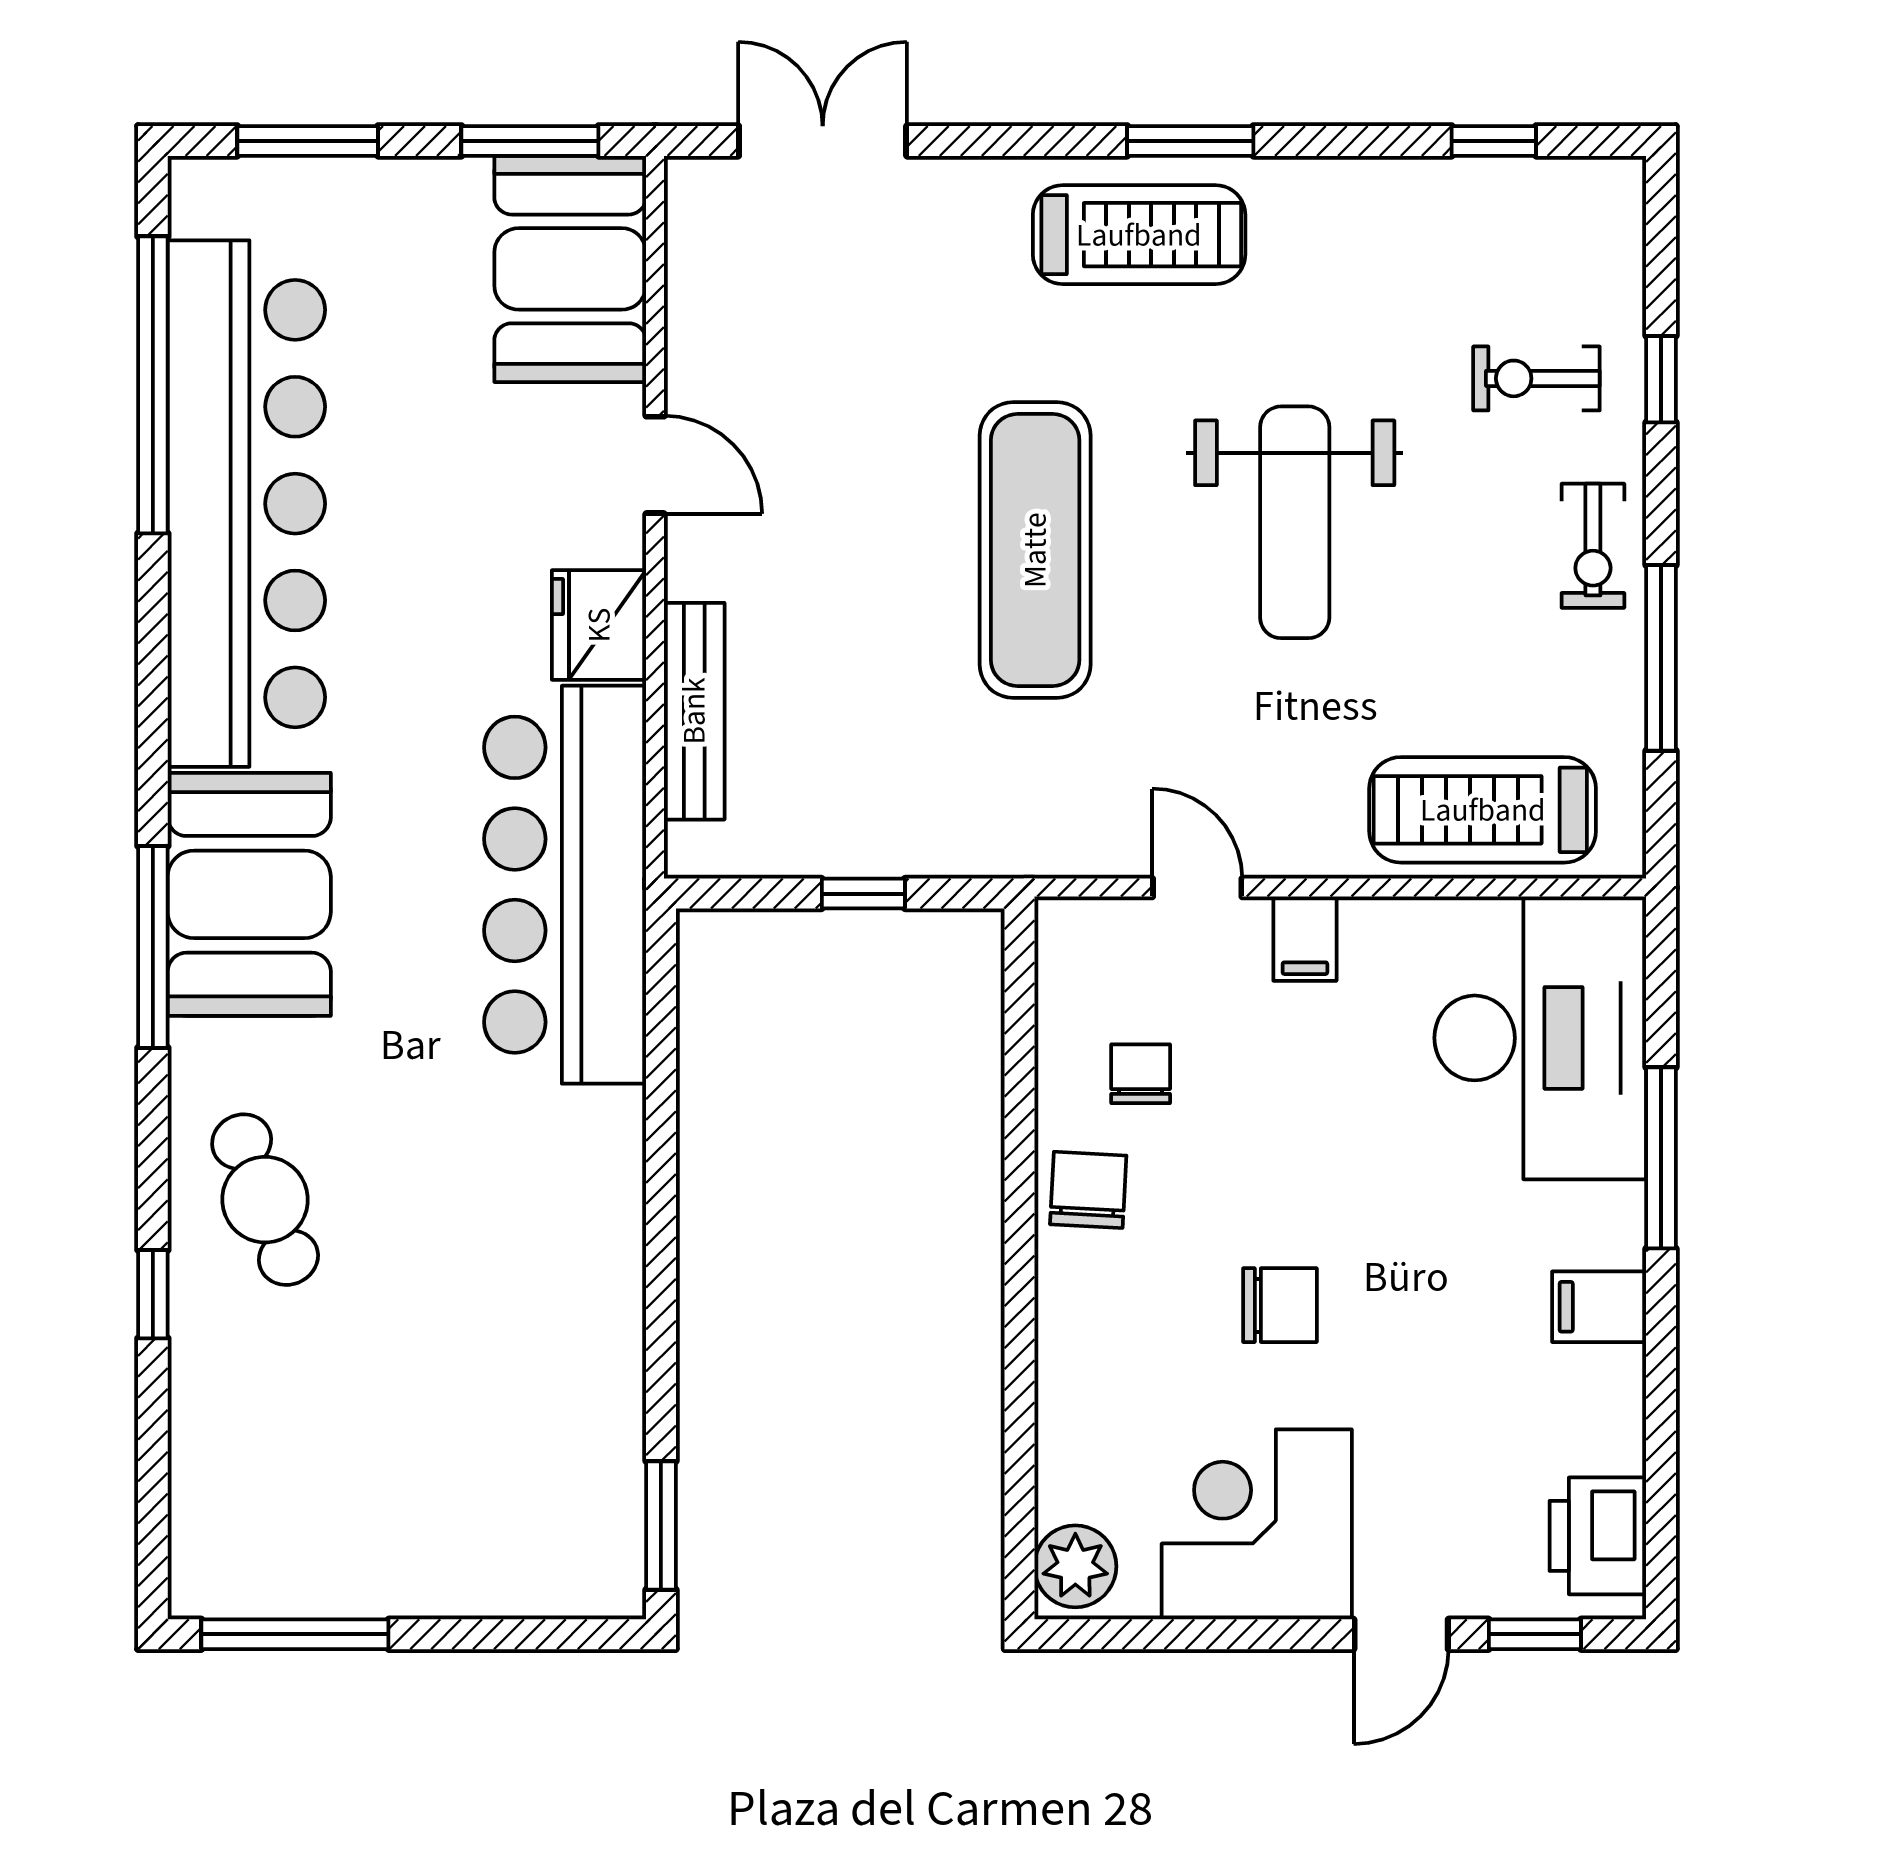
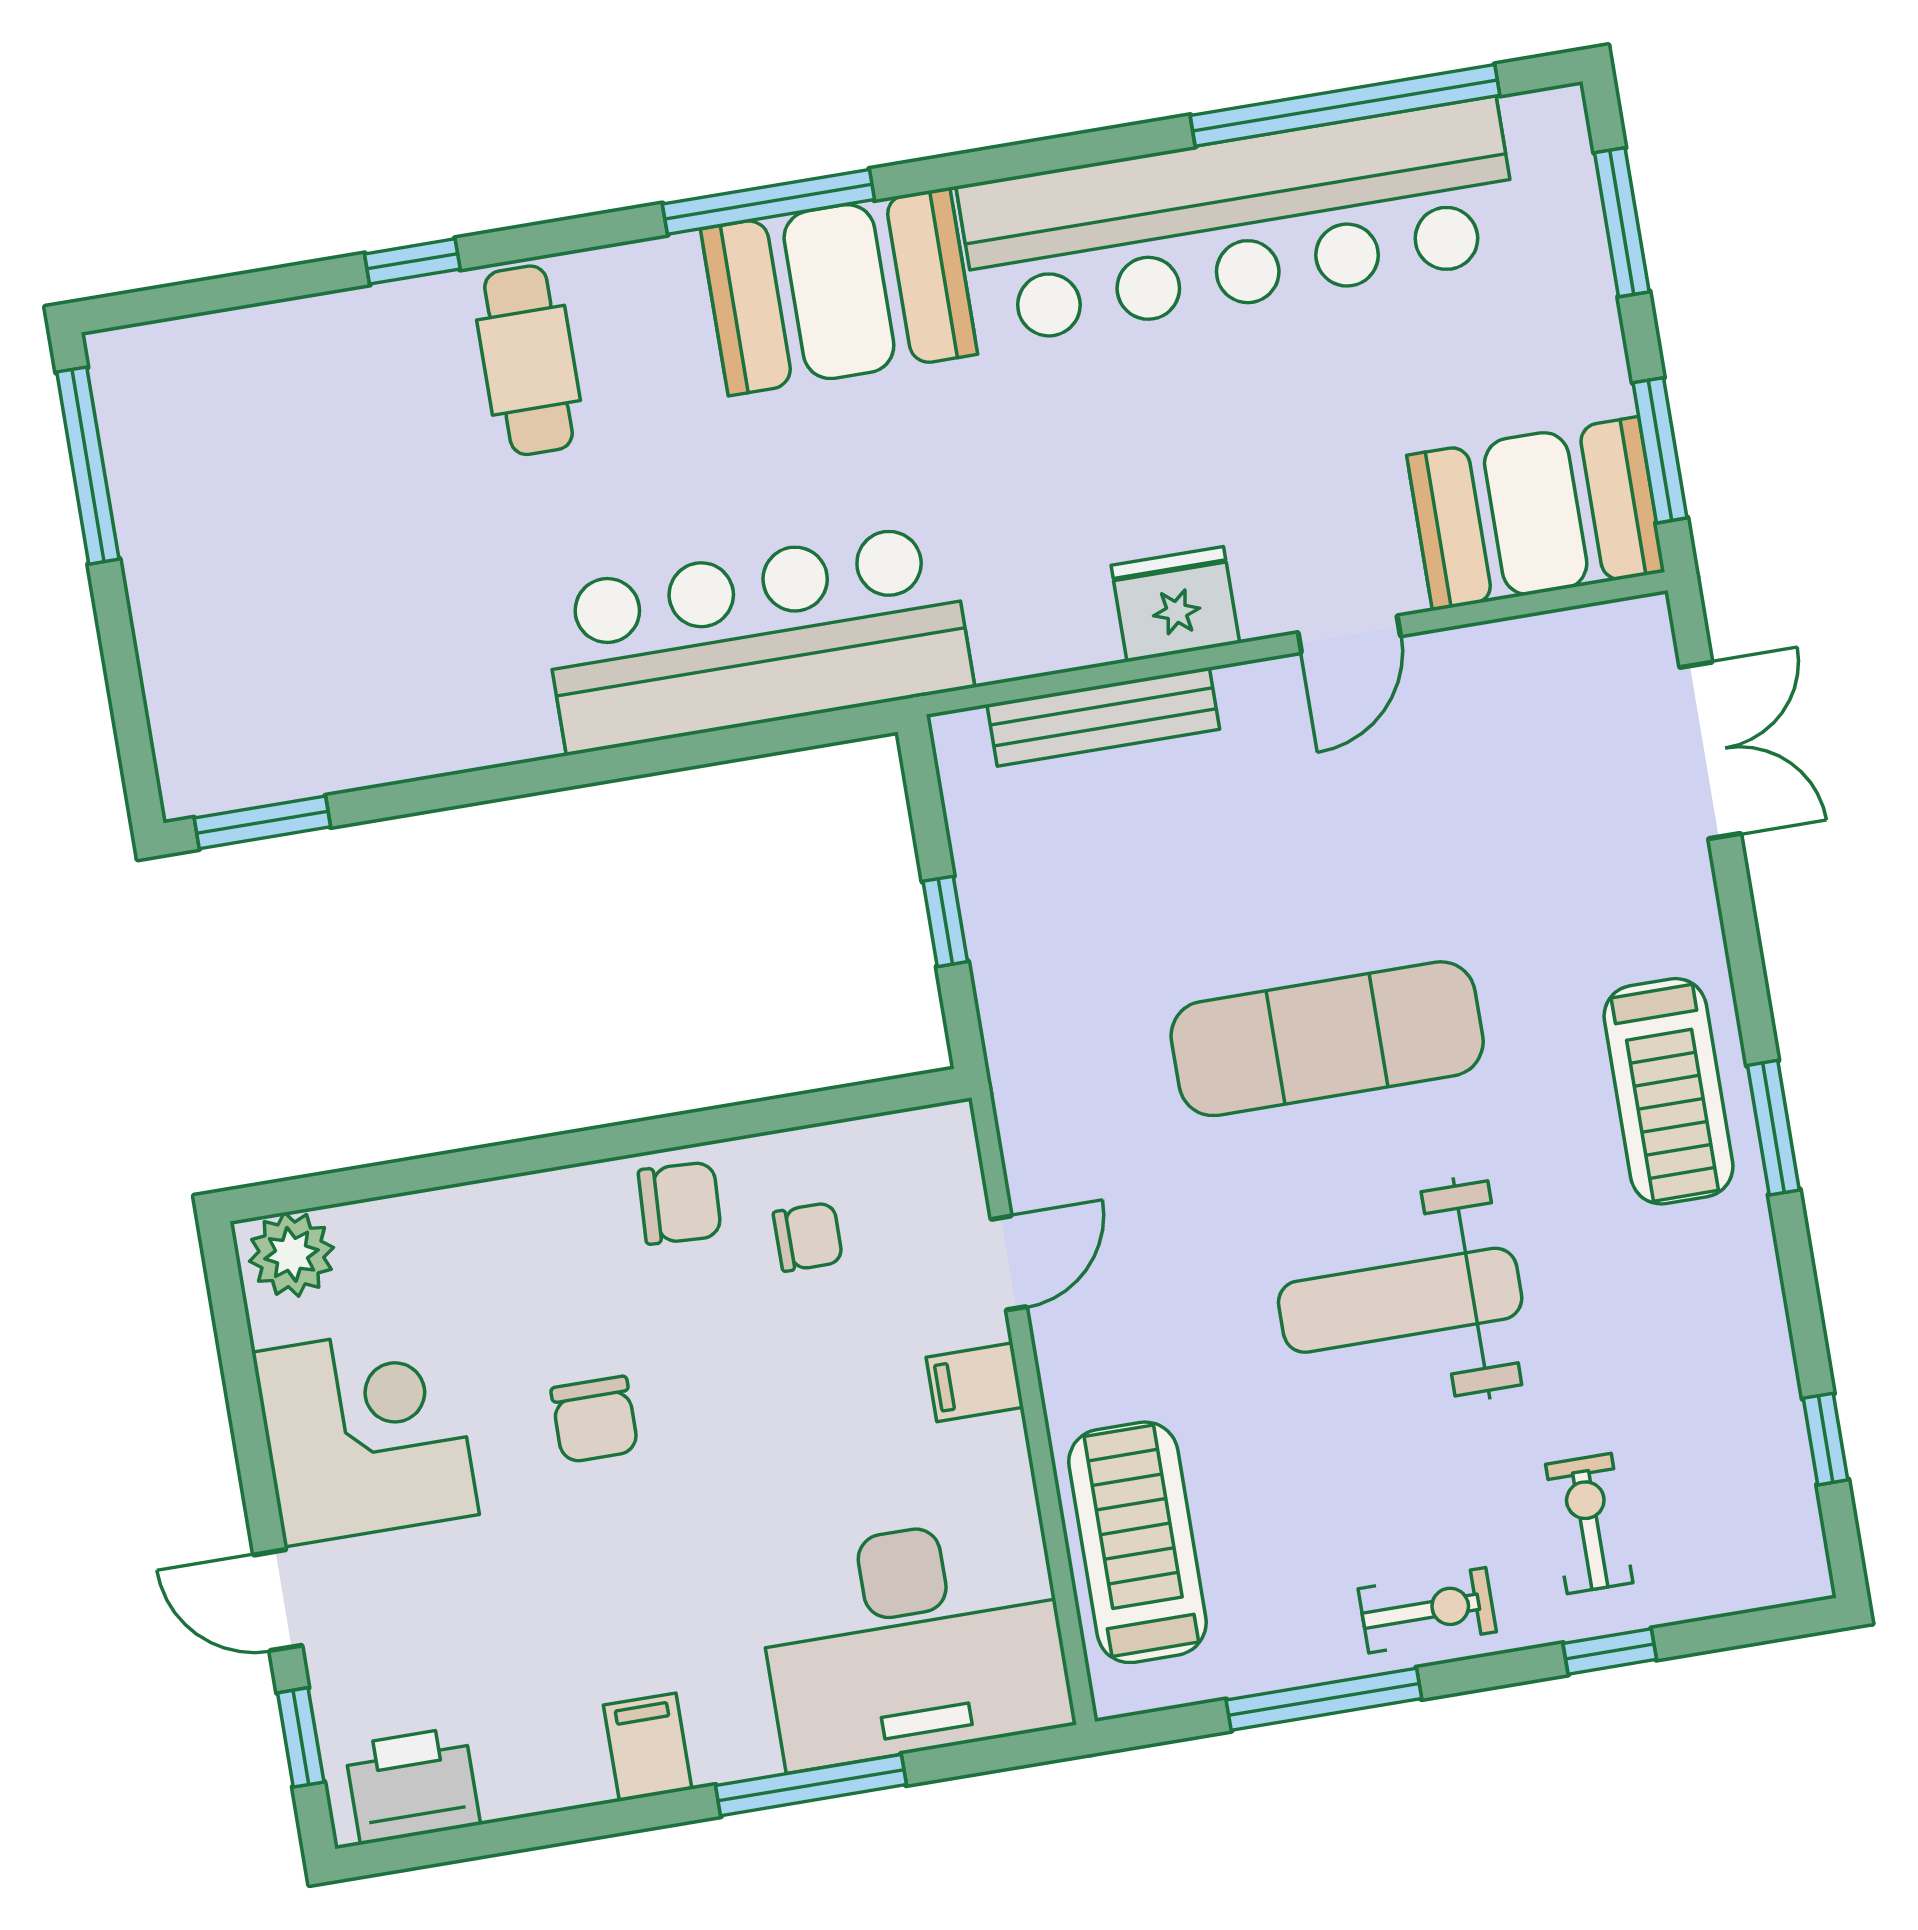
exercise bike: (1593, 546) -> (1427, 1610), turned 180
bar counter: (565, 885) -> (757, 638), moved
cafe table: (265, 1200) -> (529, 360), turned -68

